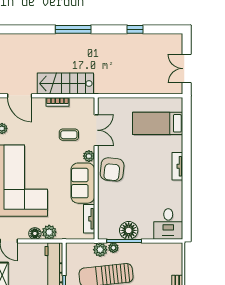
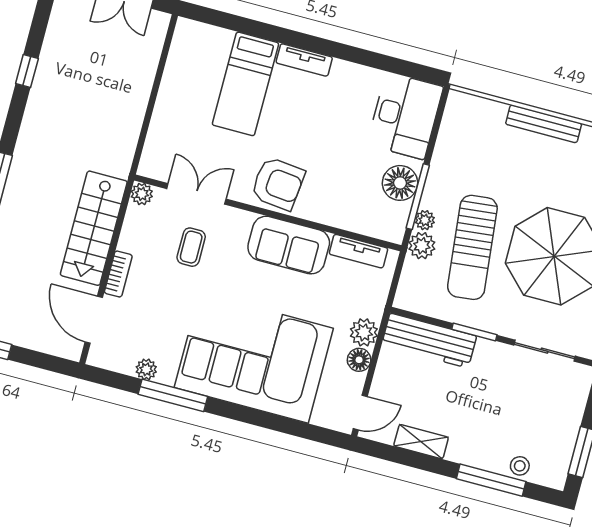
door: (20, 96) -> (94, 320), swing flipped
bookcase: (57, 102) -> (118, 274), moved
bed: (158, 123) -> (245, 84), moved
plant: (89, 156) -> (142, 194), moved
desk: (168, 224) -> (405, 116), width x1.37

